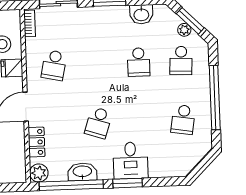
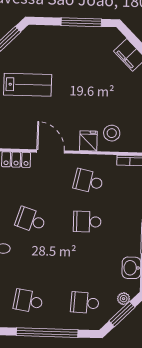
plant: (184, 30) -> (124, 299), moved
school desk: (139, 62) -> (87, 222), moved

